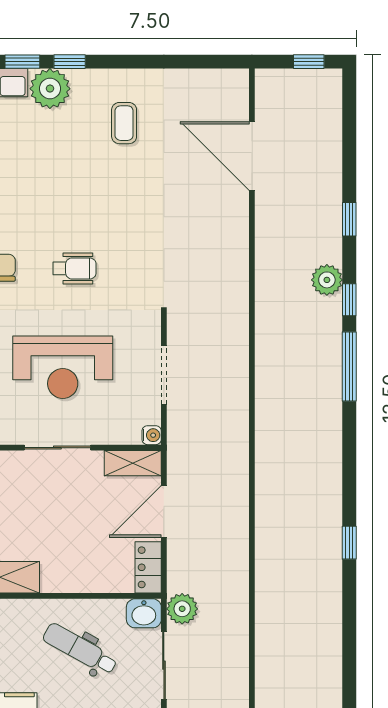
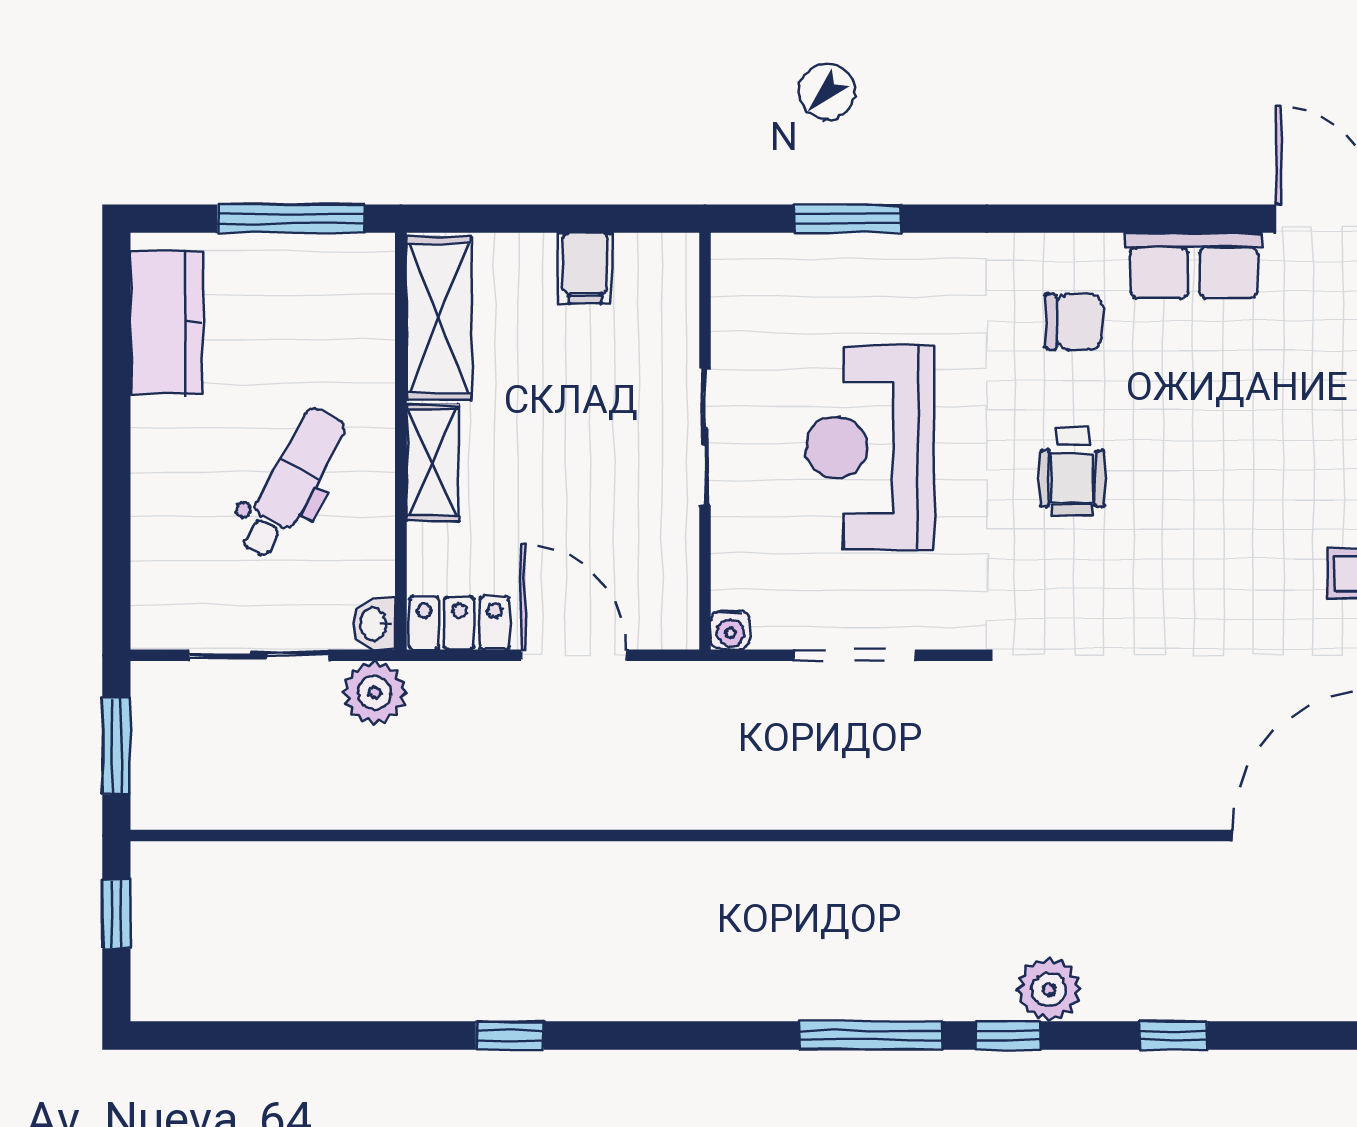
shelving: (133, 463) -> (433, 463), moved
washbasin: (144, 613) -> (374, 624), width x0.72, depth x0.69

